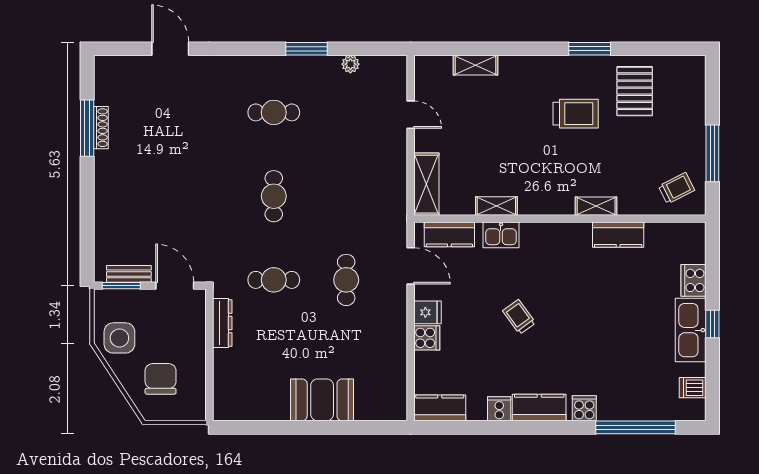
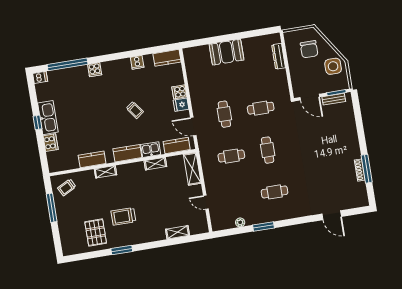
cafe table: (346, 196) -> (231, 156), added
dresser: (222, 323) -> (279, 56), moved
dishwasher: (693, 388) -> (40, 77), moved
kitchen counter: (539, 407) -> (127, 153), moved, turned 180

